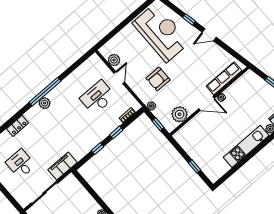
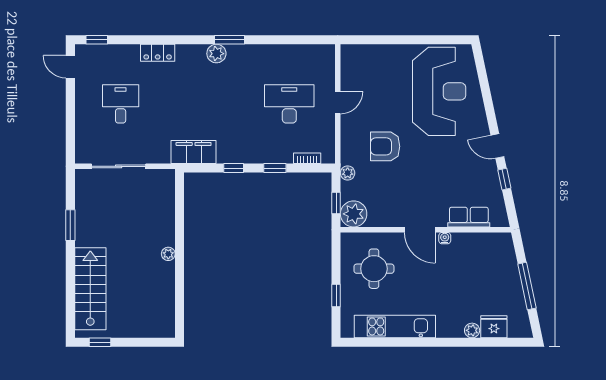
window: (189, 19) -> (504, 179), moved
plant: (114, 60) -> (350, 75), removed
row of seats: (224, 78) -> (469, 217), width x0.68
window: (45, 92) -> (229, 40), width x0.47
plant: (180, 114) -> (354, 214), moved
round table: (201, 139) -> (374, 269), added
kitchen unit: (246, 146) -> (395, 326), moved
filing cabinet: (62, 166) -> (194, 152), moved

